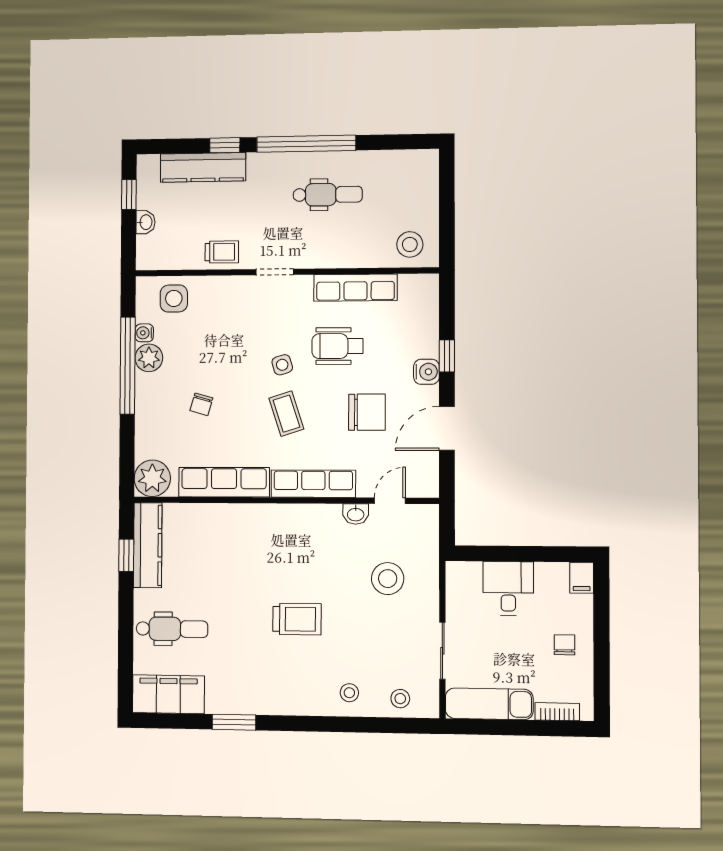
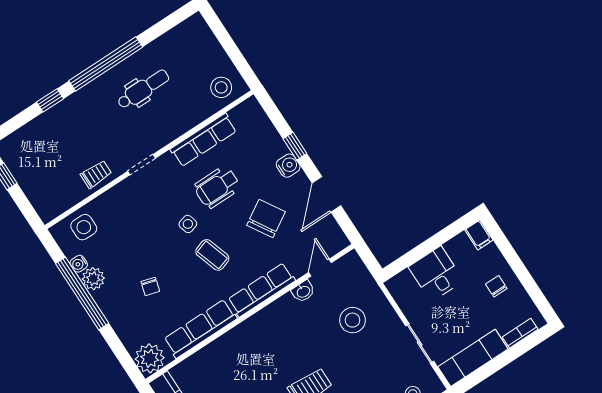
kitchen counter: (203, 167) -> (45, 125), removed
washbasin: (145, 222) -> (30, 188), removed
chair: (367, 412) -> (266, 219), turned -31

